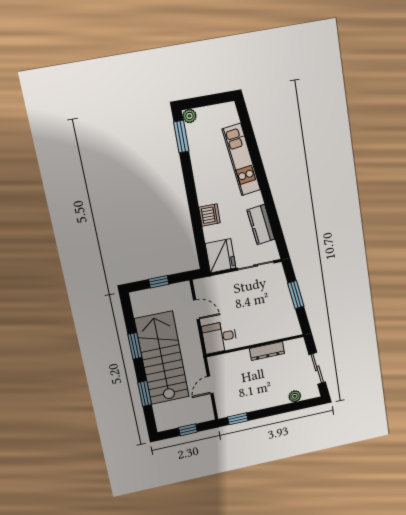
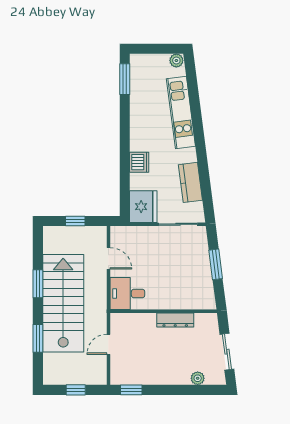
plant: (190, 116) -> (176, 61), moved

